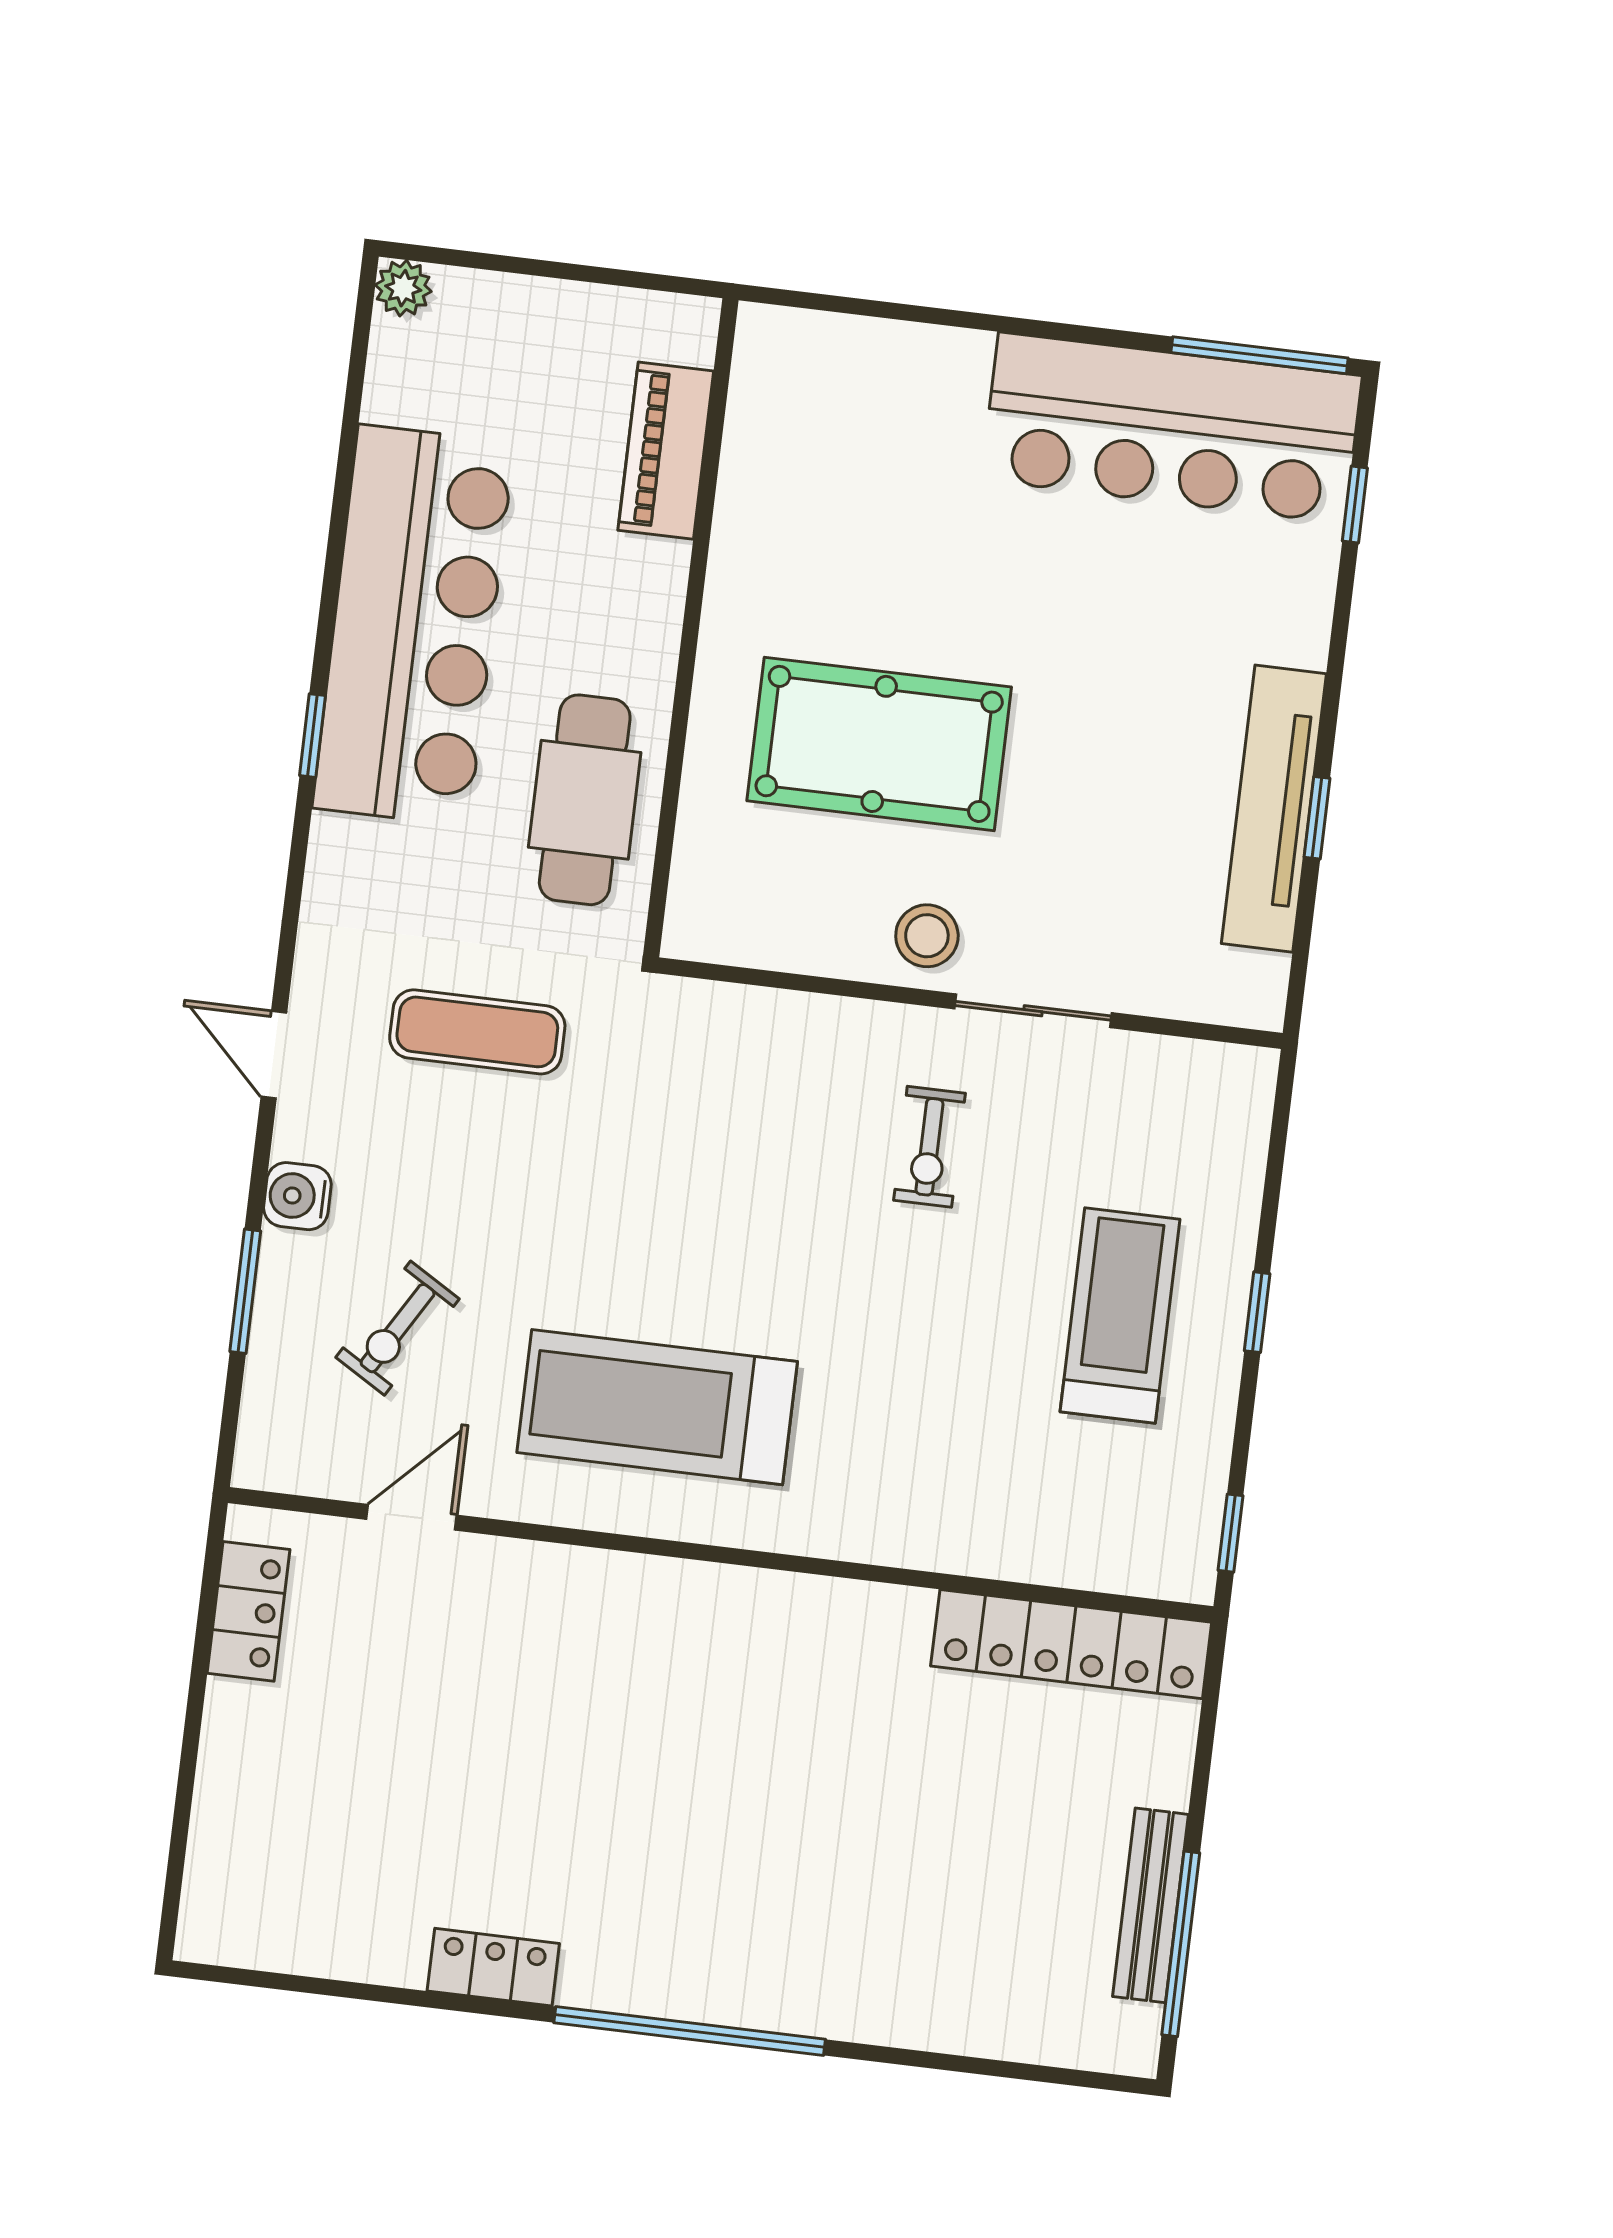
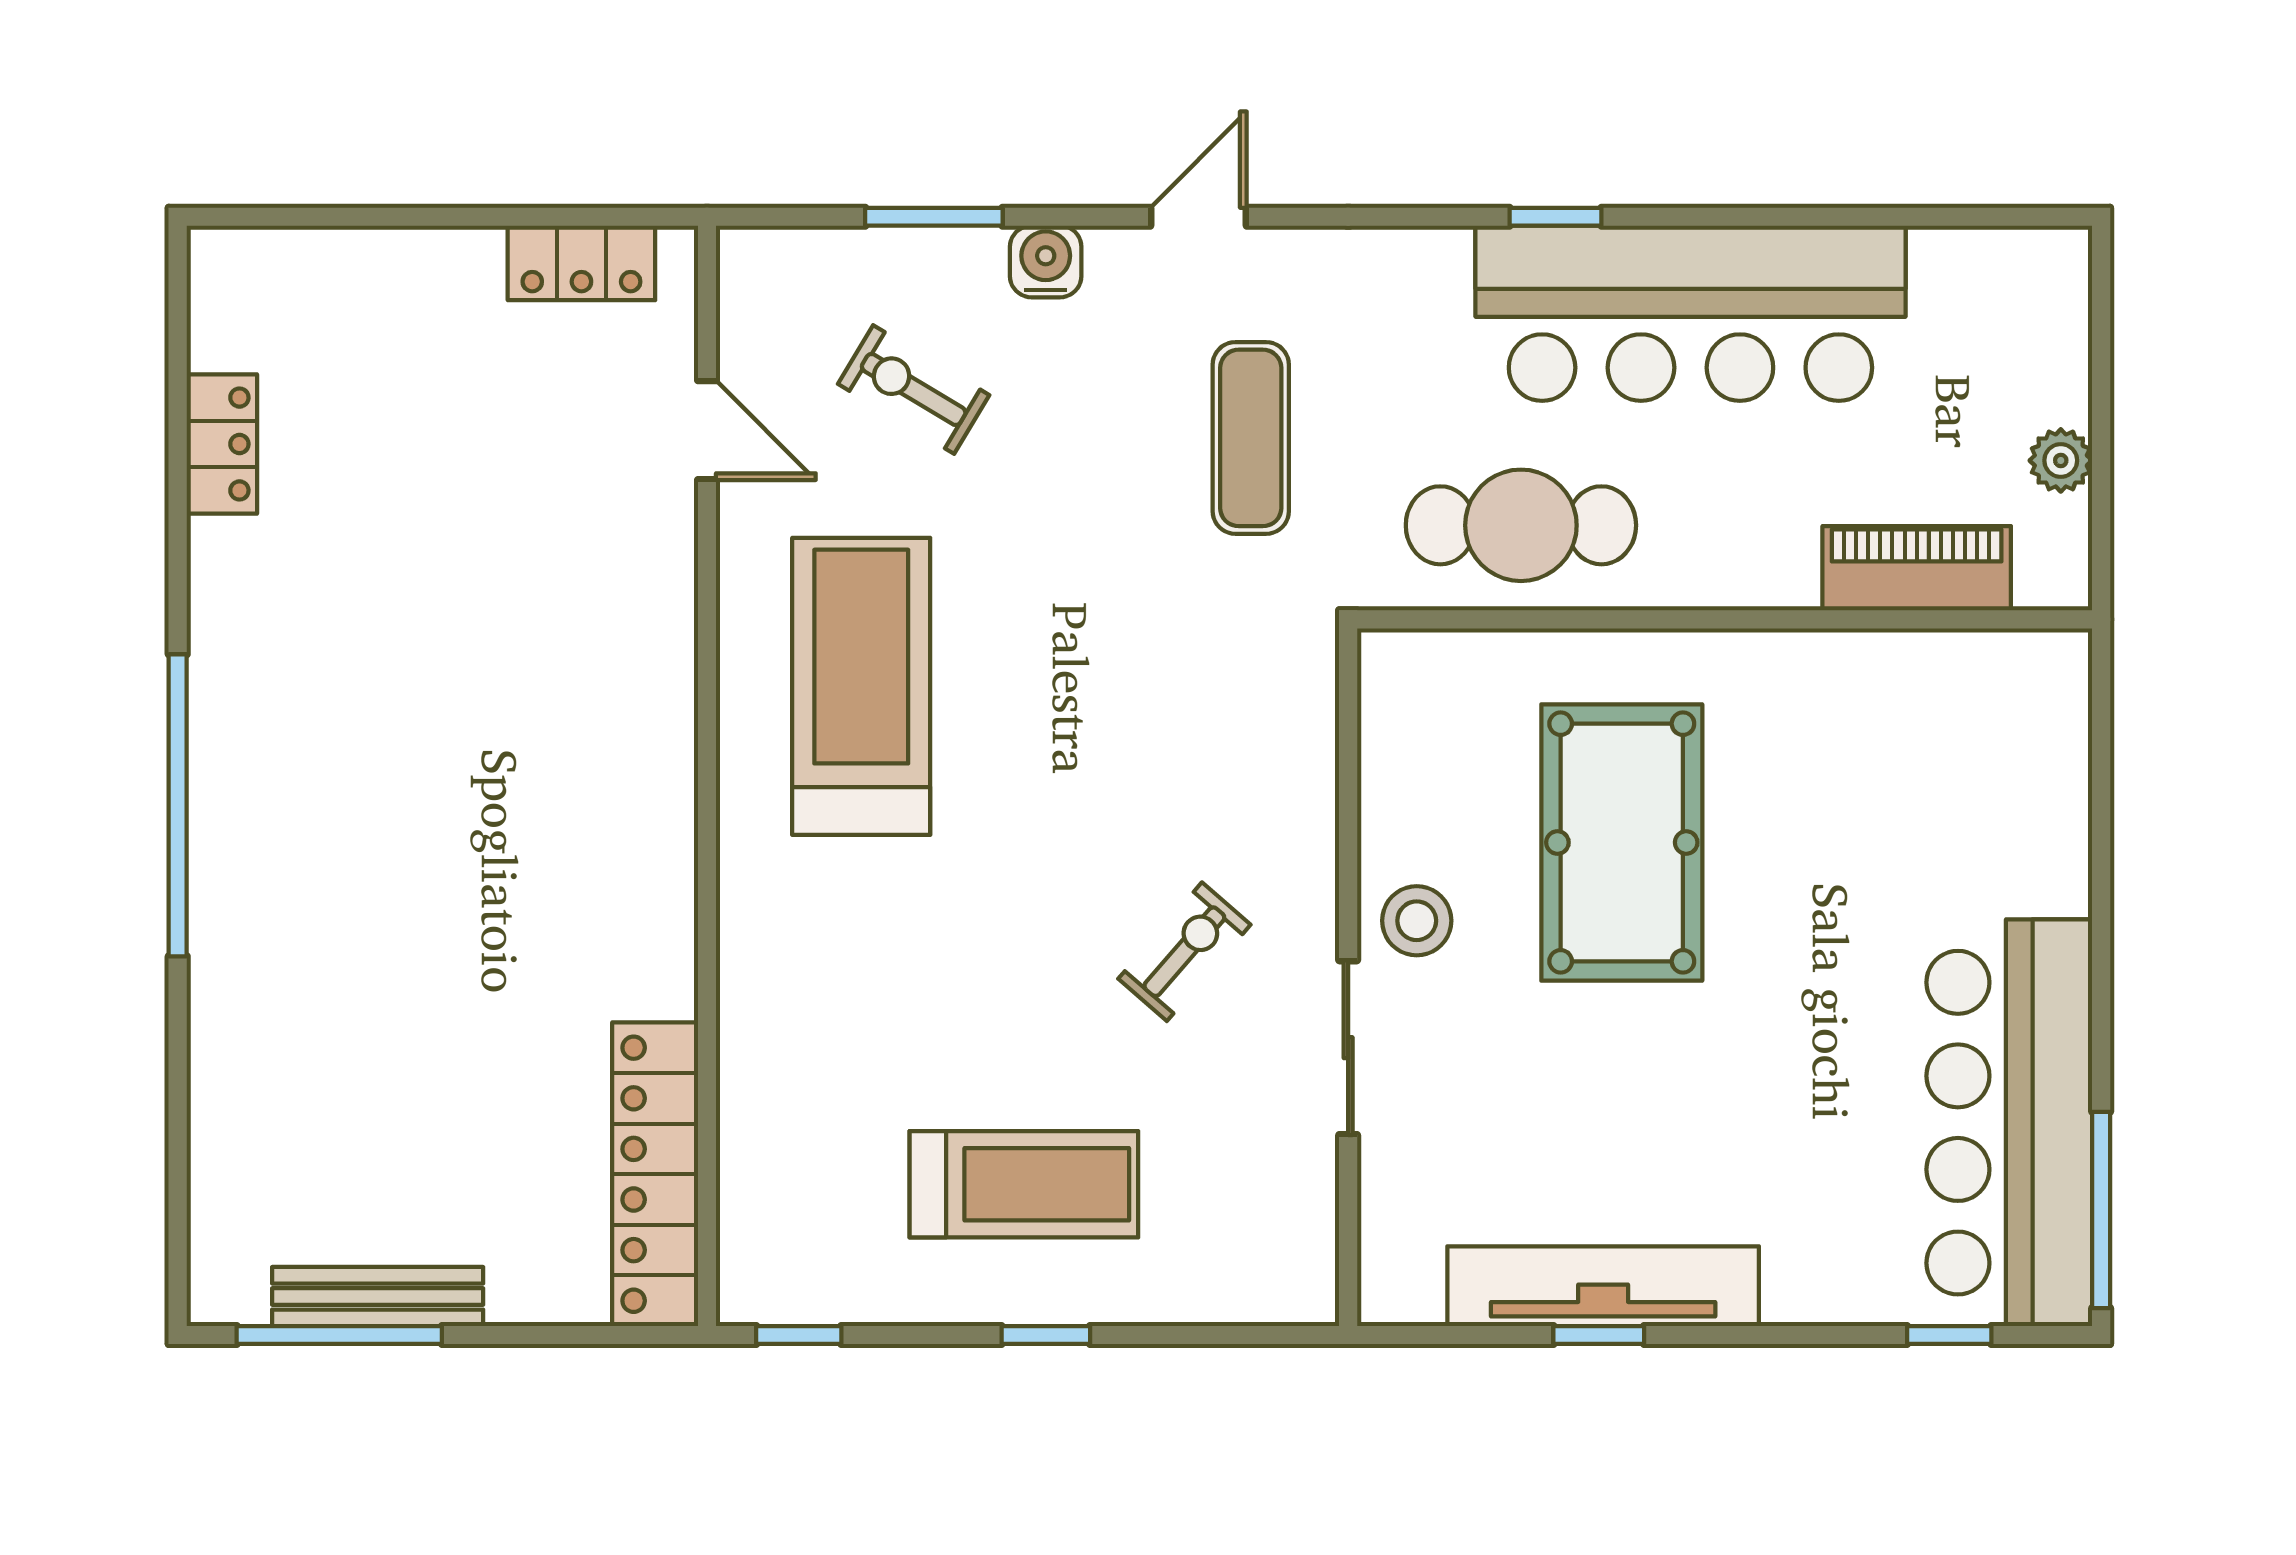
plant: (403, 288) -> (2061, 460), moved
exercise bike: (929, 1147) -> (1184, 952), turned 131
locker: (493, 1967) -> (222, 444), moved

